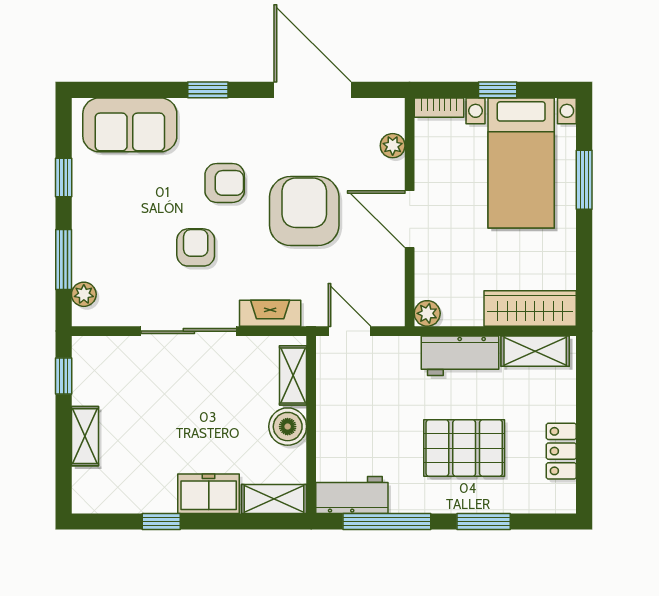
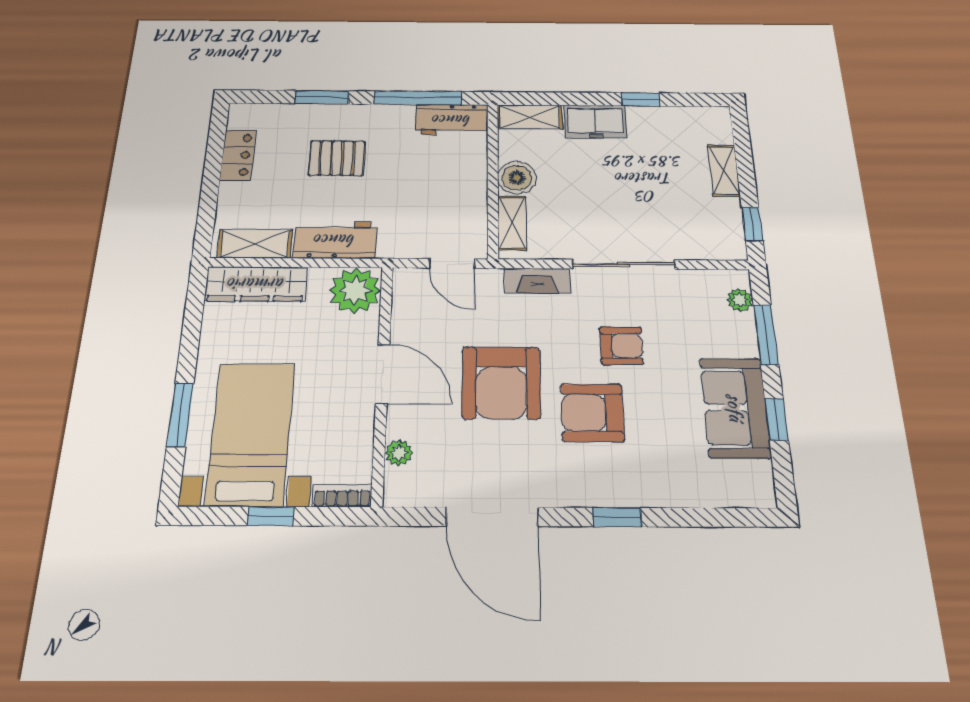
sofa: (130, 125) -> (735, 408), moved, turned -90
armchair: (225, 183) -> (592, 413), width x1.38, depth x1.38
armchair: (196, 247) -> (621, 346), turned -90
plant: (427, 313) -> (355, 291), width x1.87, depth x1.87
pallet: (464, 448) -> (337, 158), width x0.67, depth x0.71

